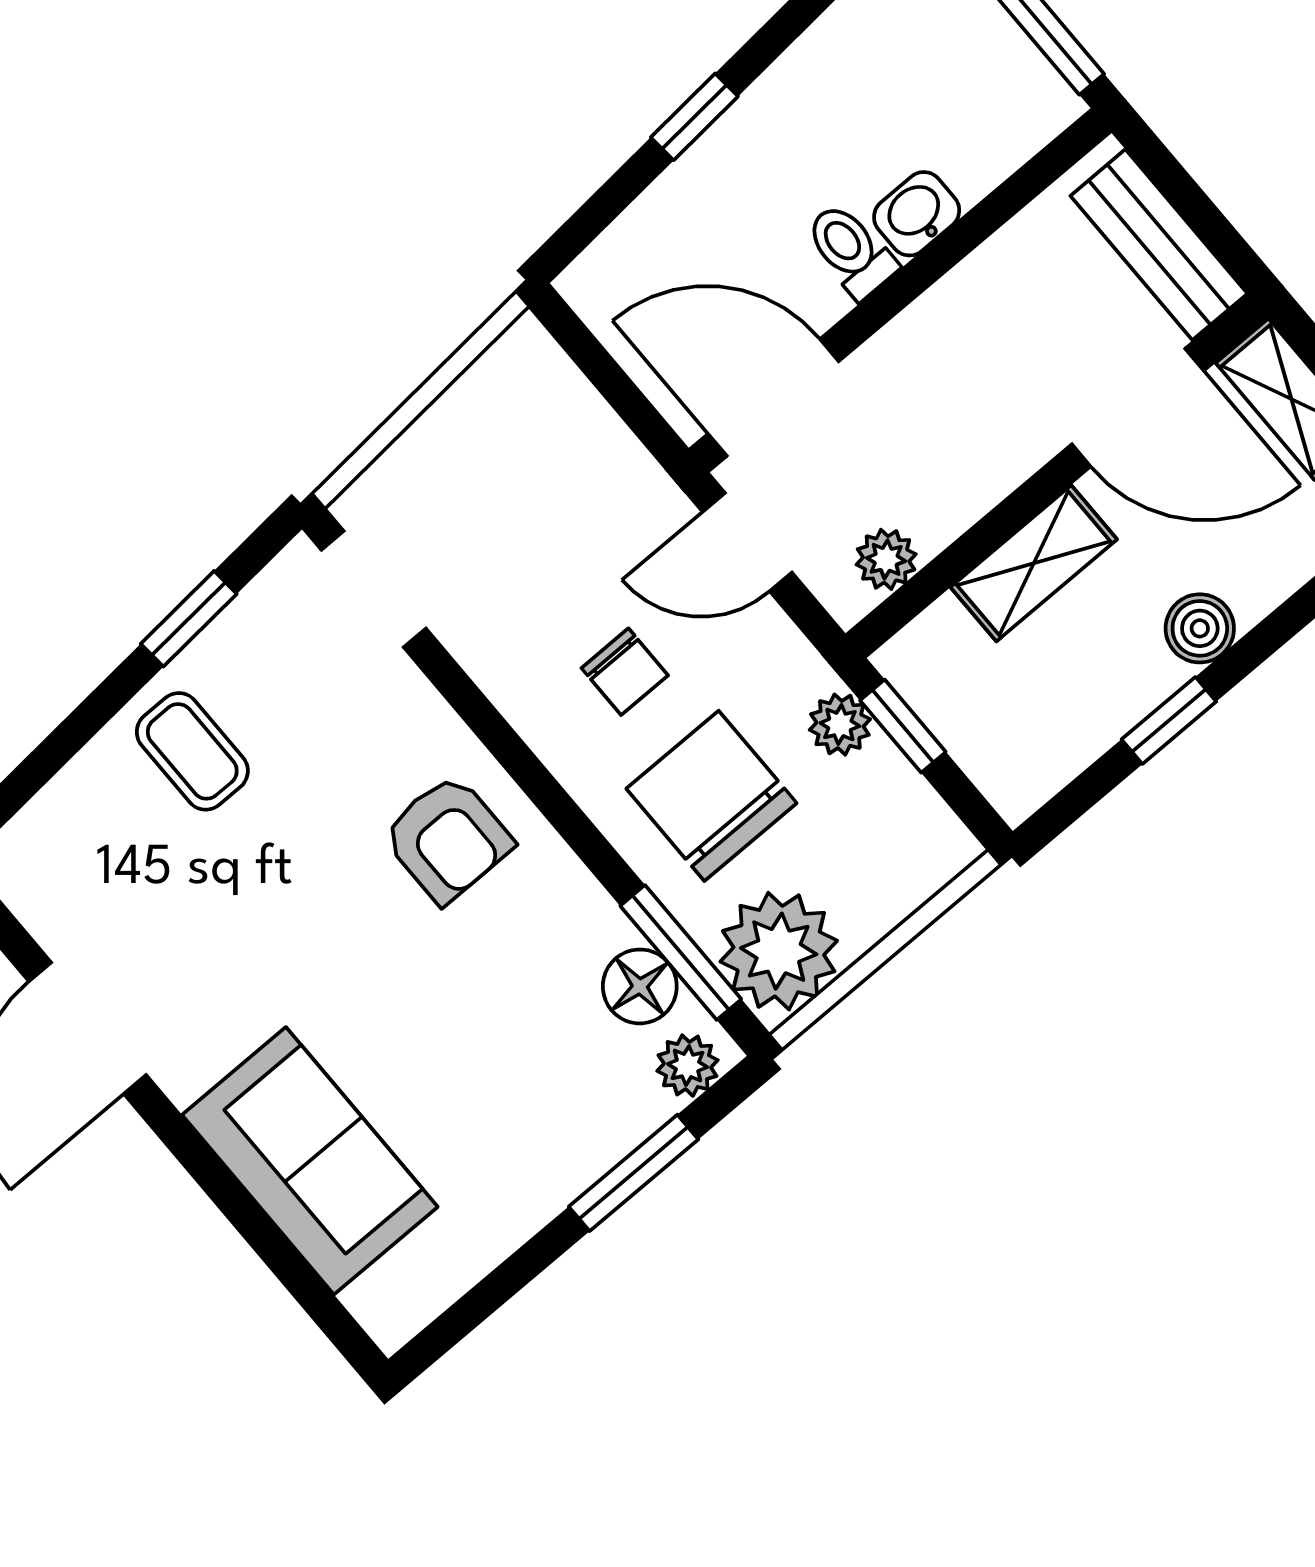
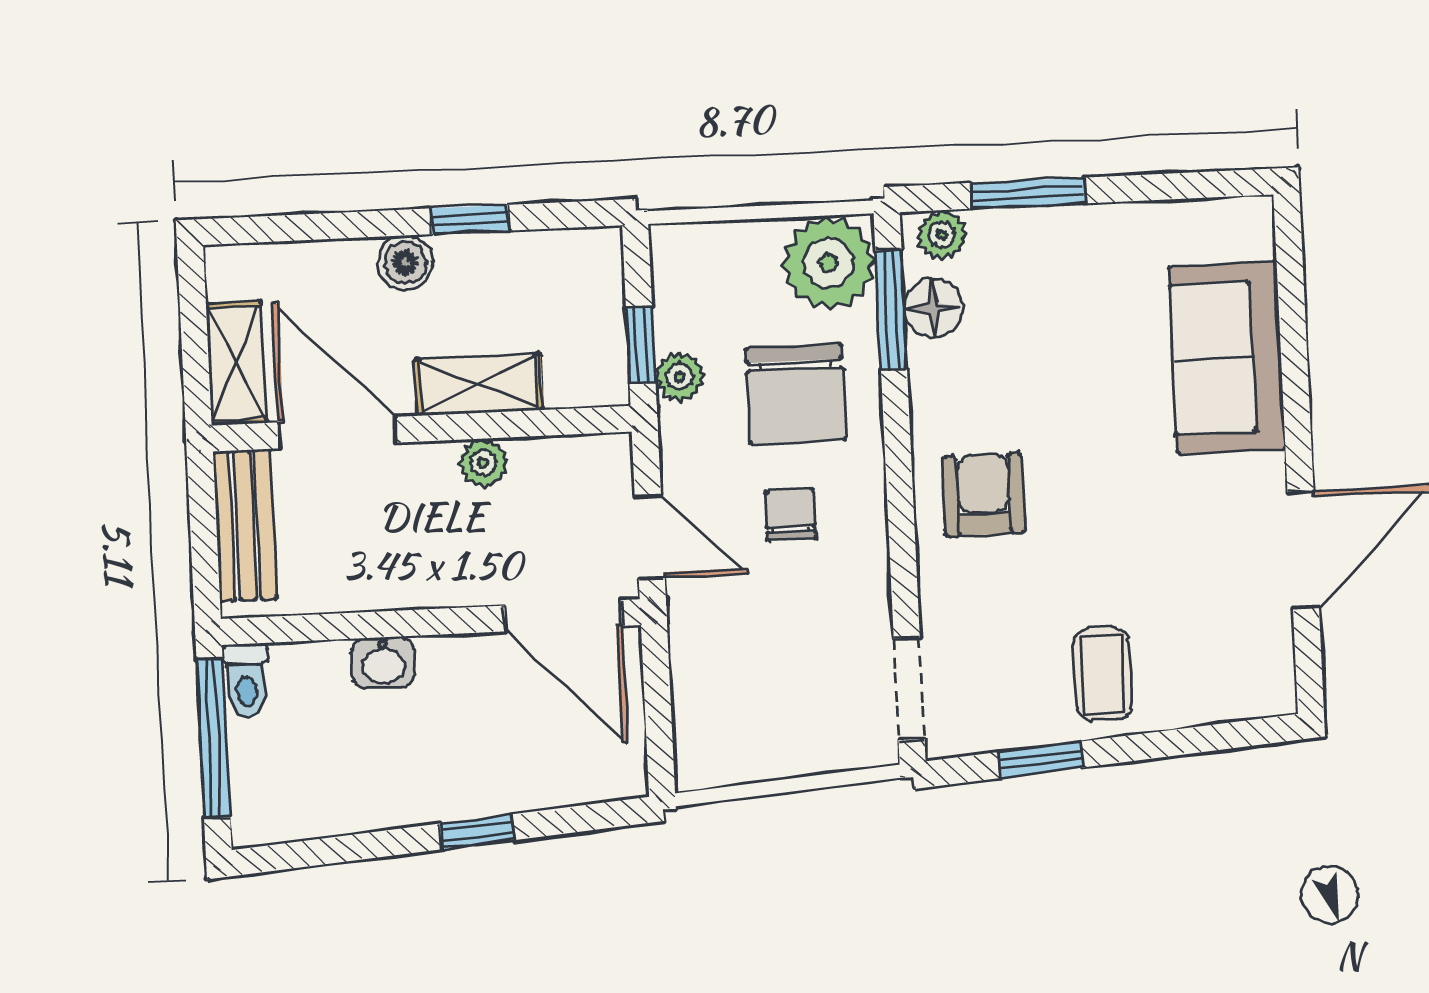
toilet: (851, 251) -> (246, 681), moved
plant: (886, 559) -> (483, 463), moved

